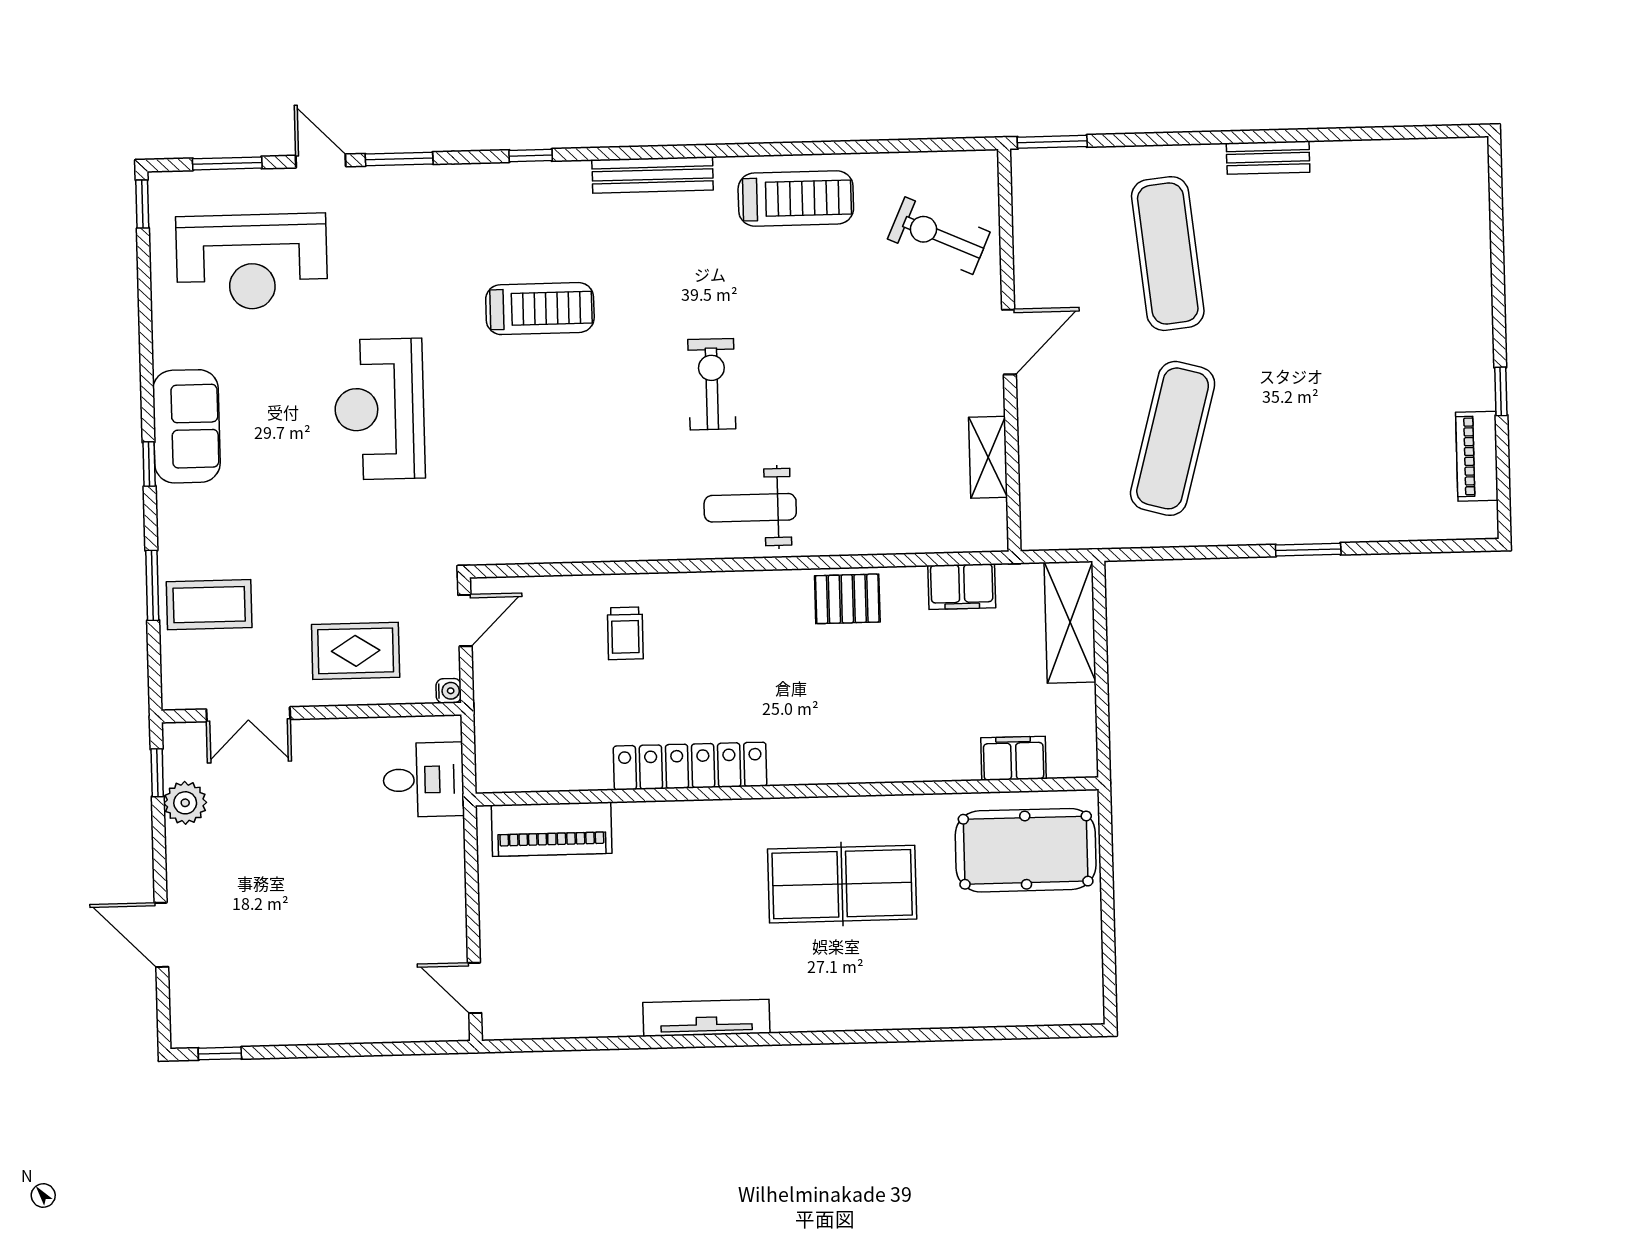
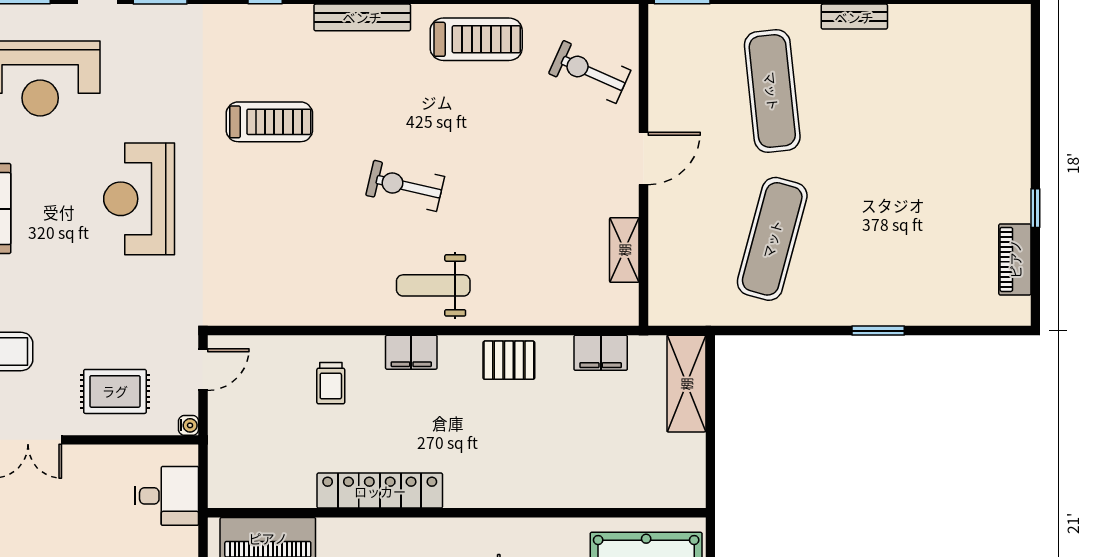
exercise bike: (712, 384) -> (405, 186), turned -77
filing cabinet: (1014, 758) -> (411, 352), moved, turned 180

